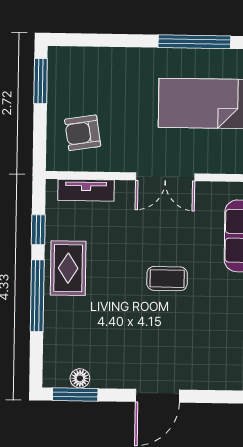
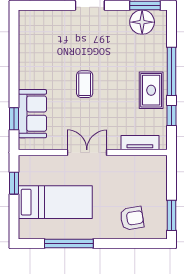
armchair: (83, 133) -> (132, 218), moved
coffee table: (167, 279) -> (85, 84), turned 90
floor lamp: (80, 378) -> (142, 22), width x1.89, depth x1.89

